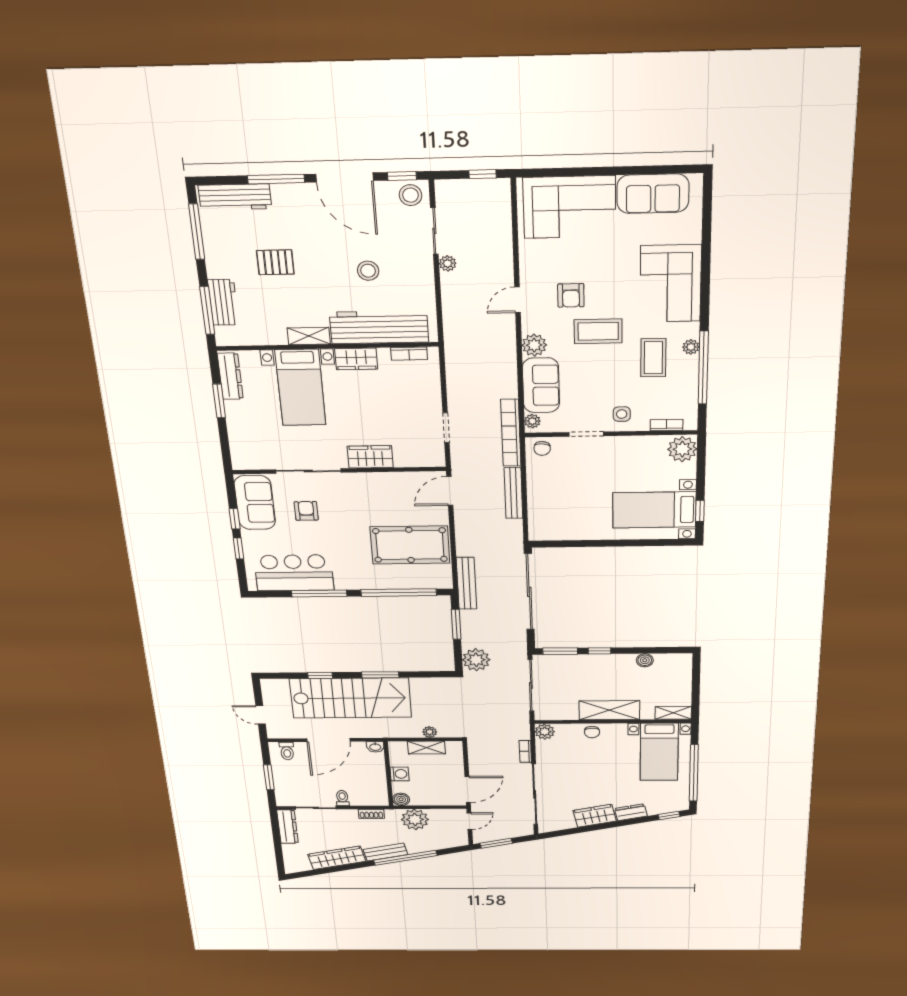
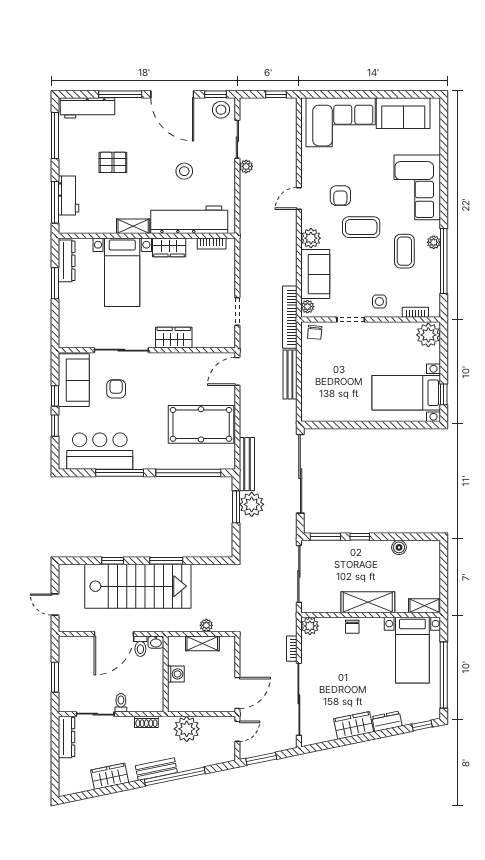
plant: (476, 660) -> (252, 504), moved
toilet: (287, 751) -> (140, 646), moved
boiler: (401, 799) -> (175, 704), removed
wardrobe: (337, 858) -> (110, 776), width x0.67

